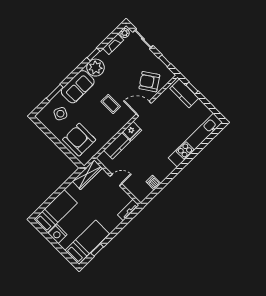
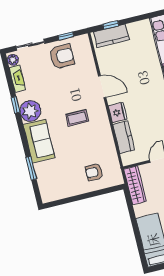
armchair: (149, 82) -> (62, 56), moved, turned -146
door: (144, 109) -> (102, 87), swing flipped
side table: (60, 114) -> (56, 175), removed
armchair: (79, 140) -> (94, 172), width x0.53, depth x0.53

